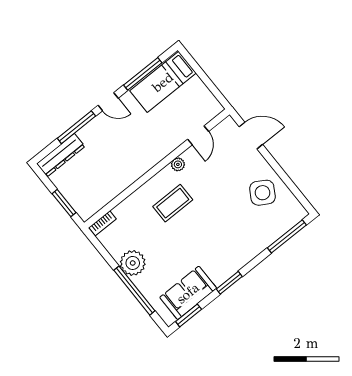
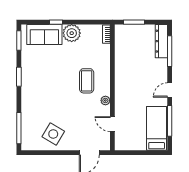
window: (76, 127) -> (170, 51), moved
window: (134, 291) -> (56, 22), width x0.32
sofa: (188, 293) -> (44, 34), moved, turned 90

